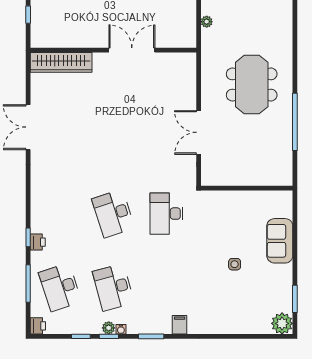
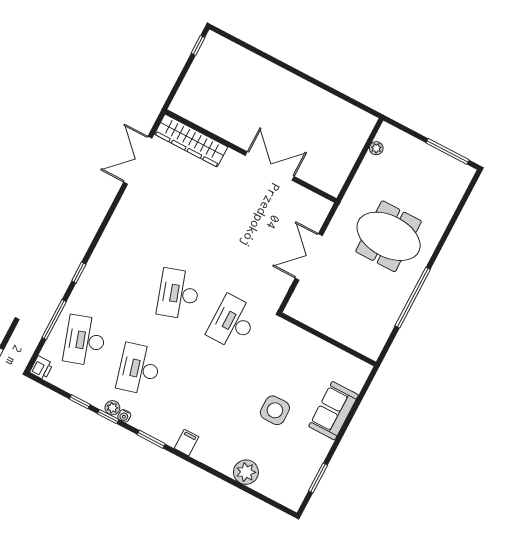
wall: (113, 50) -> (251, 156), moved
double door: (132, 50) -> (270, 166), moved
wardrobe: (61, 62) -> (191, 141), moved
meeting table: (252, 85) -> (389, 236), turned 90
printer: (38, 242) -> (86, 282), removed
side table: (235, 264) -> (275, 410), width x1.87, depth x1.87
plant: (282, 323) -> (246, 472), moved

